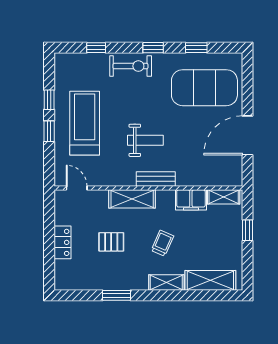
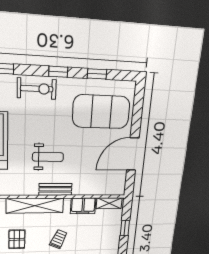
shelving: (132, 199) -> (35, 206), width x1.47
pallet: (111, 242) -> (17, 239), turned 90

